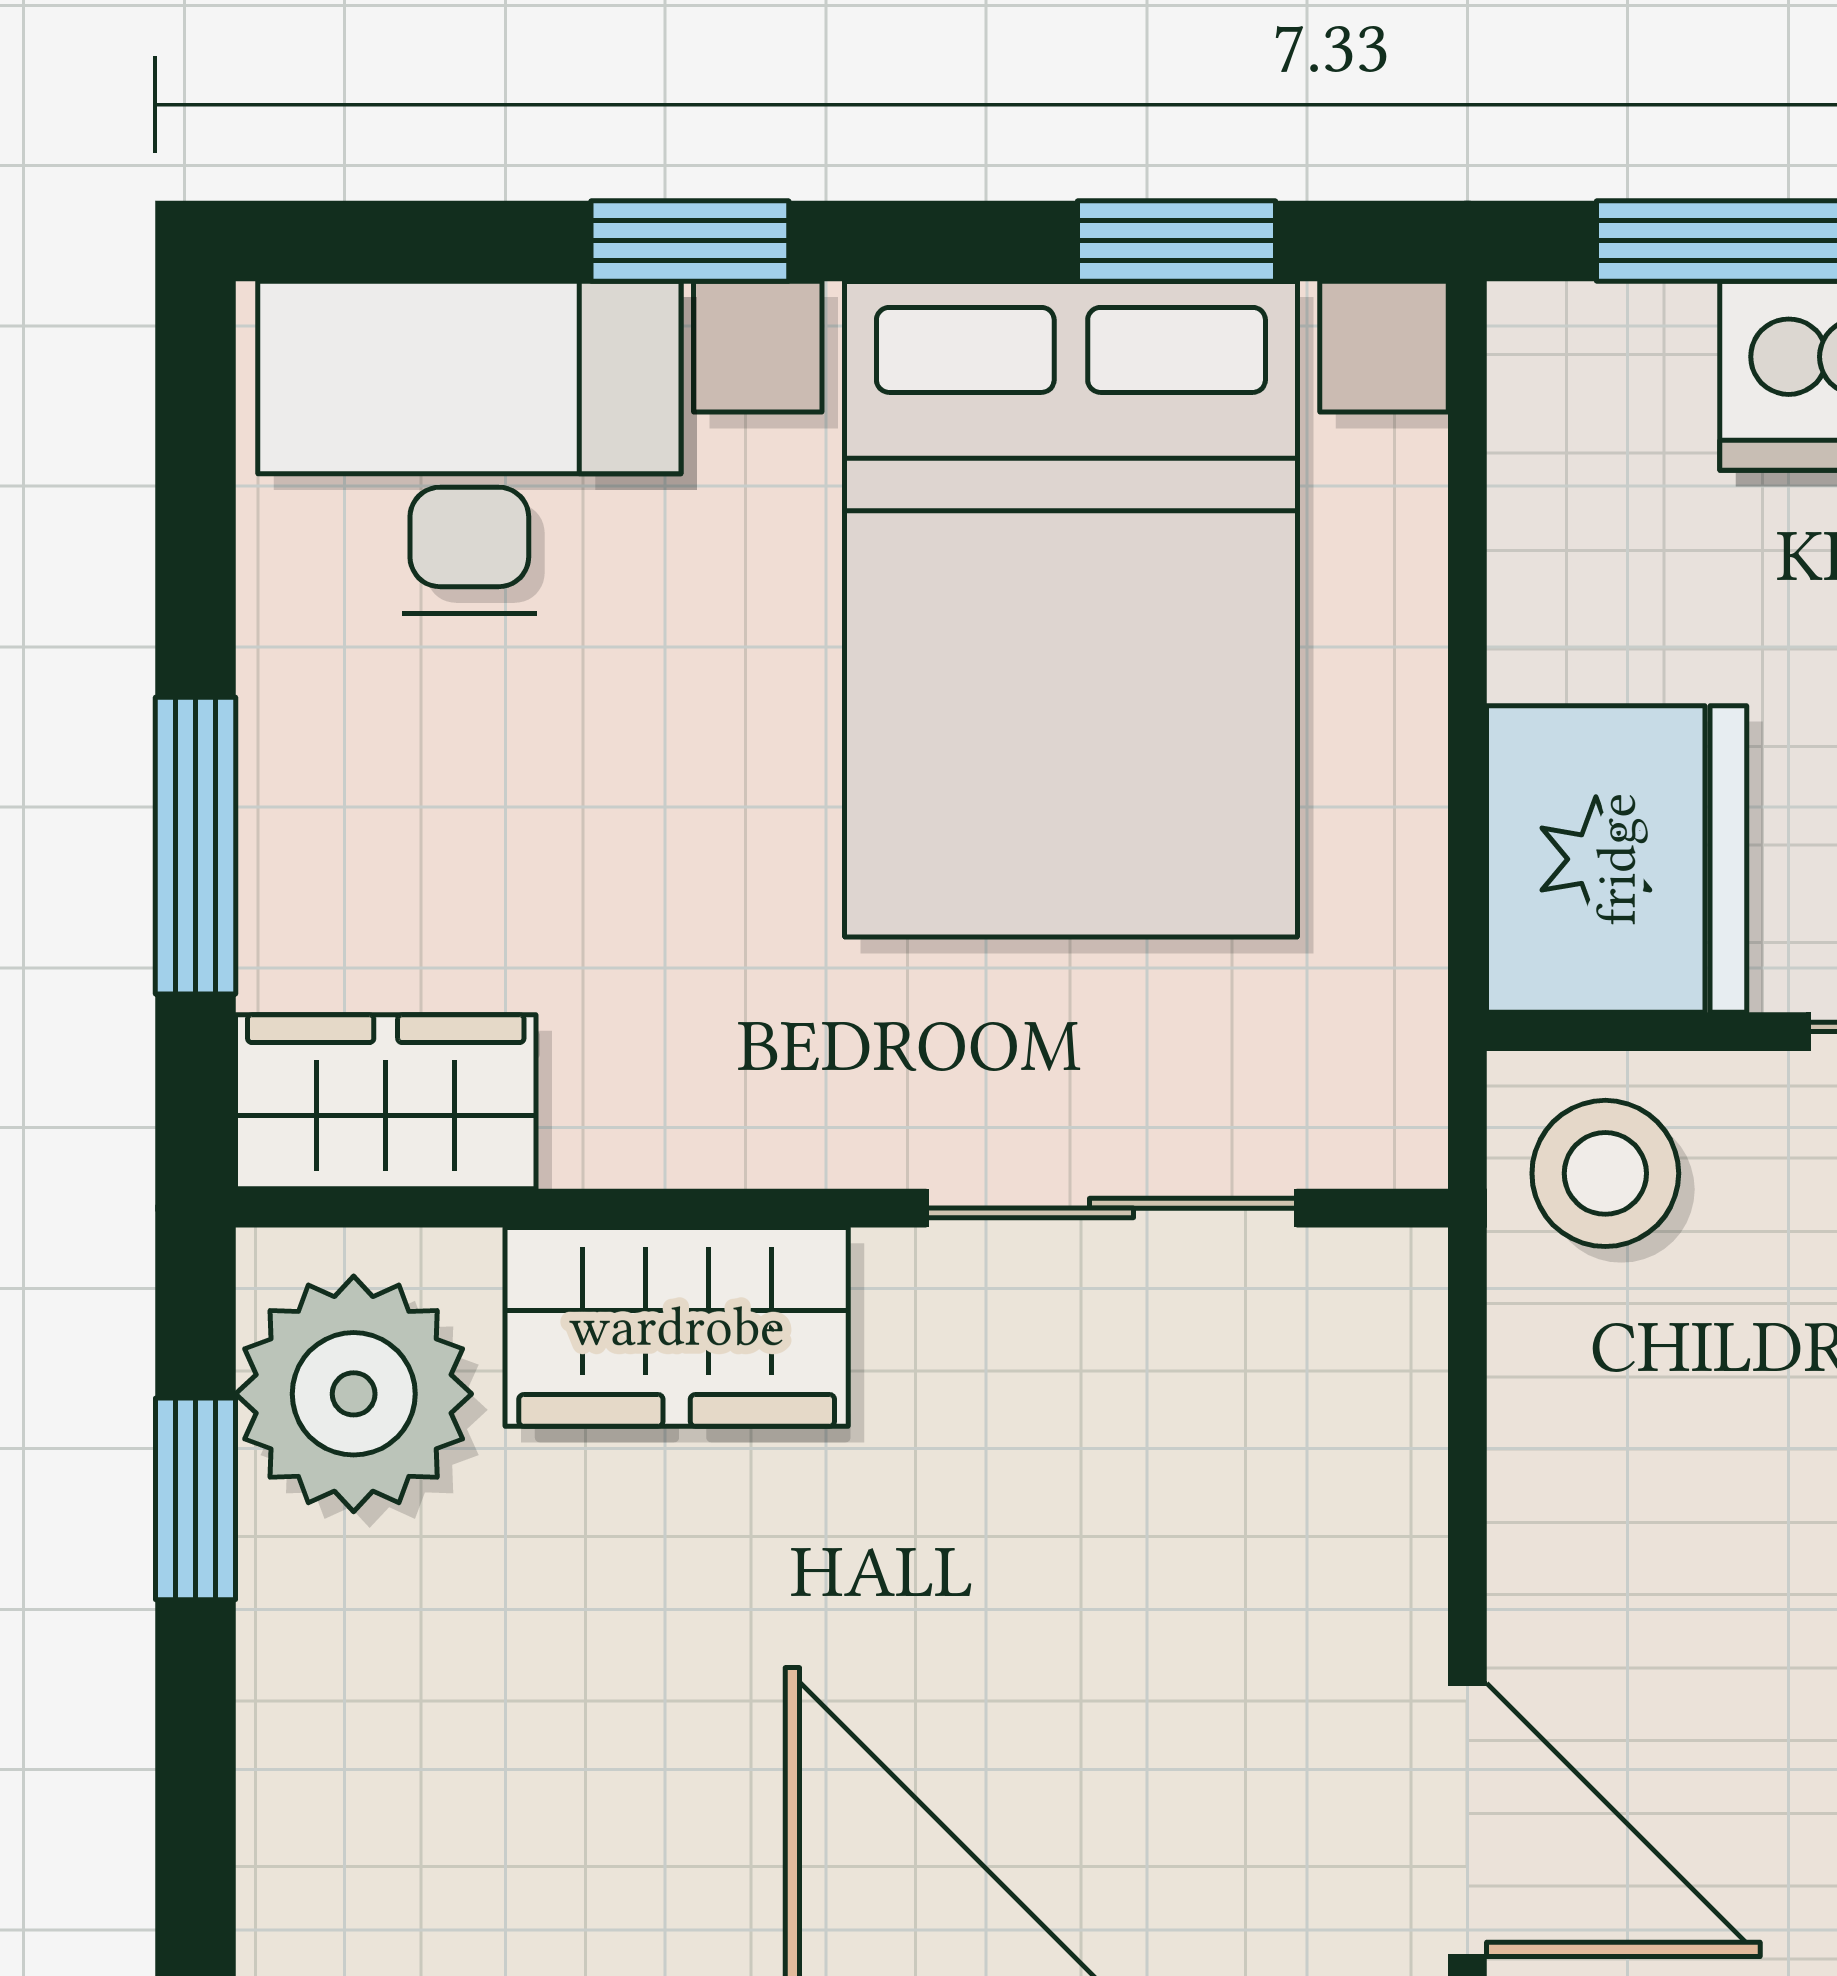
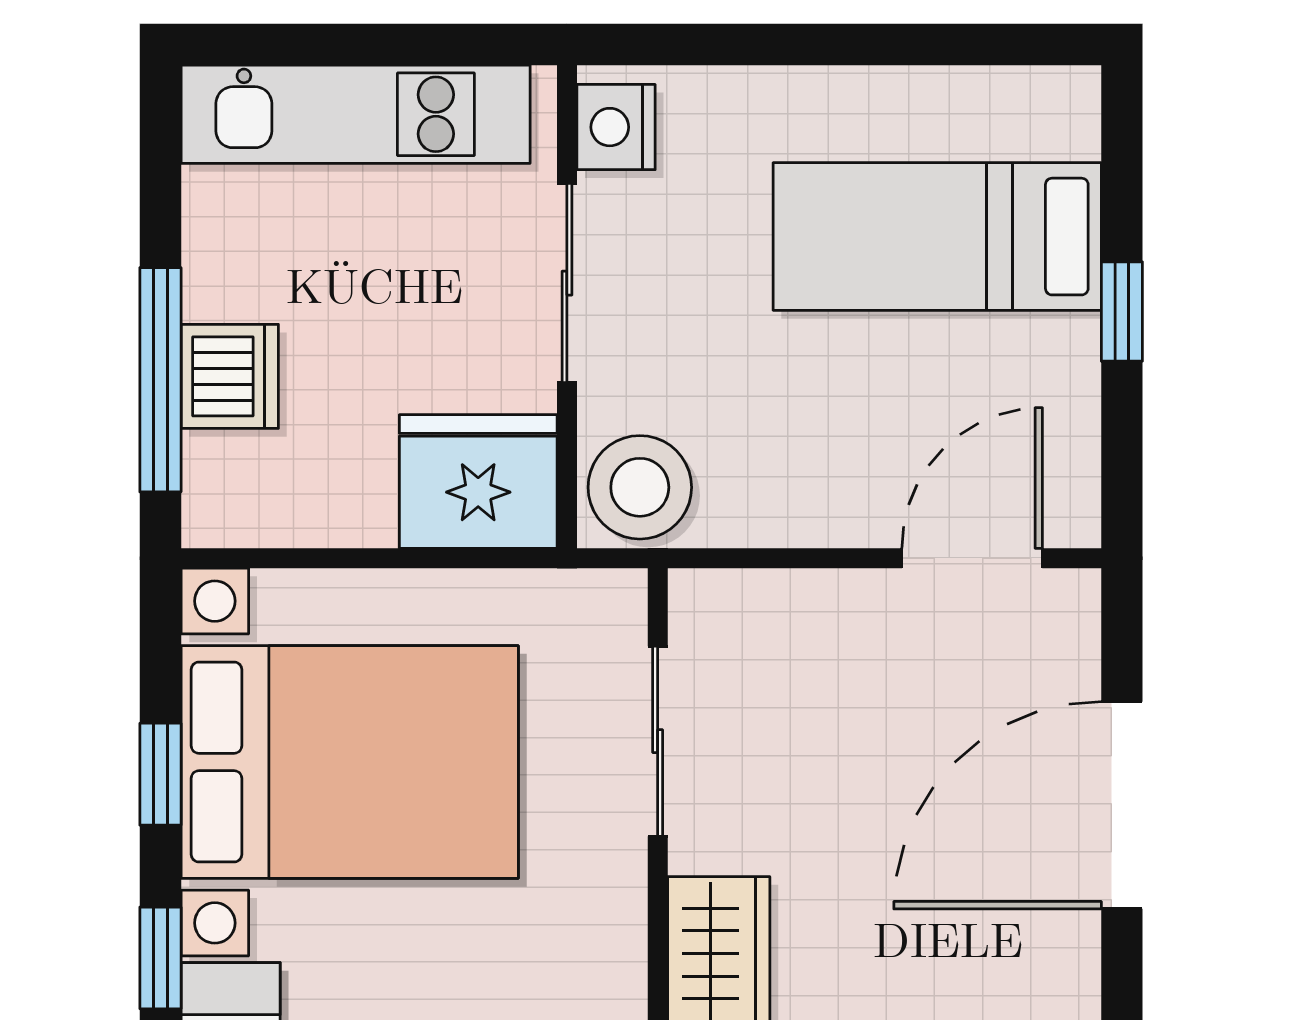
window: (1177, 241) -> (160, 774), moved
stool: (1605, 1173) -> (640, 487), width x1.38, depth x1.38

